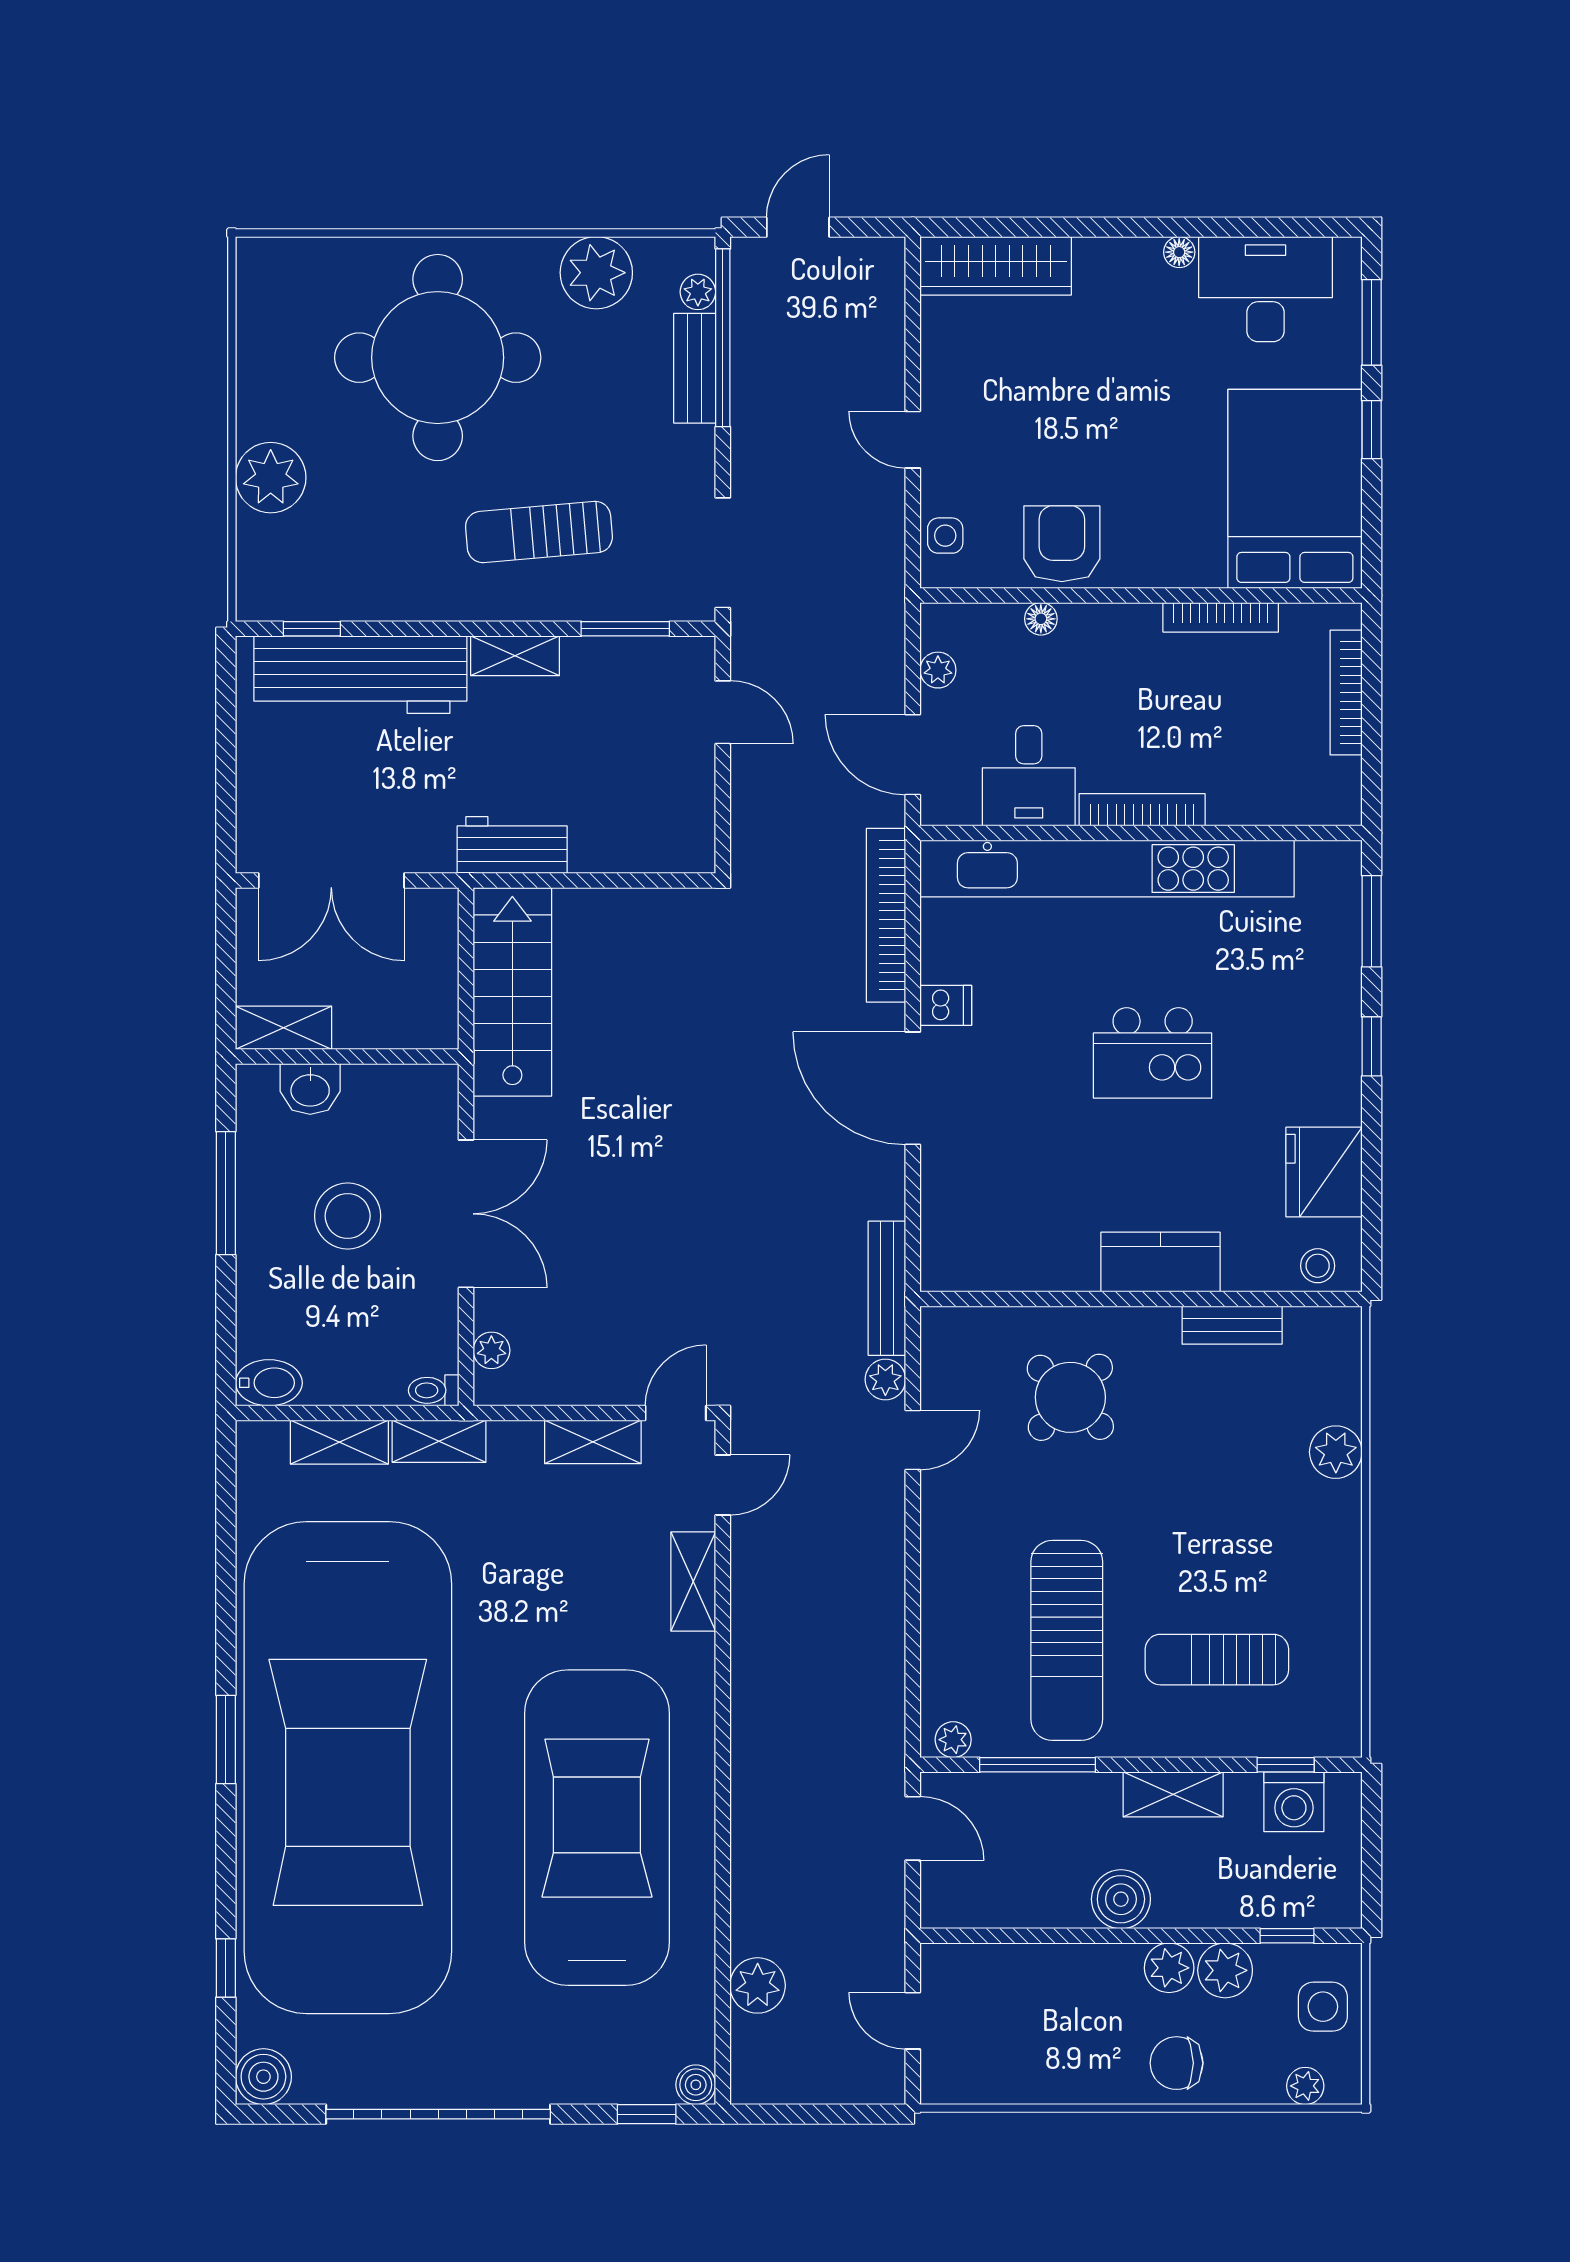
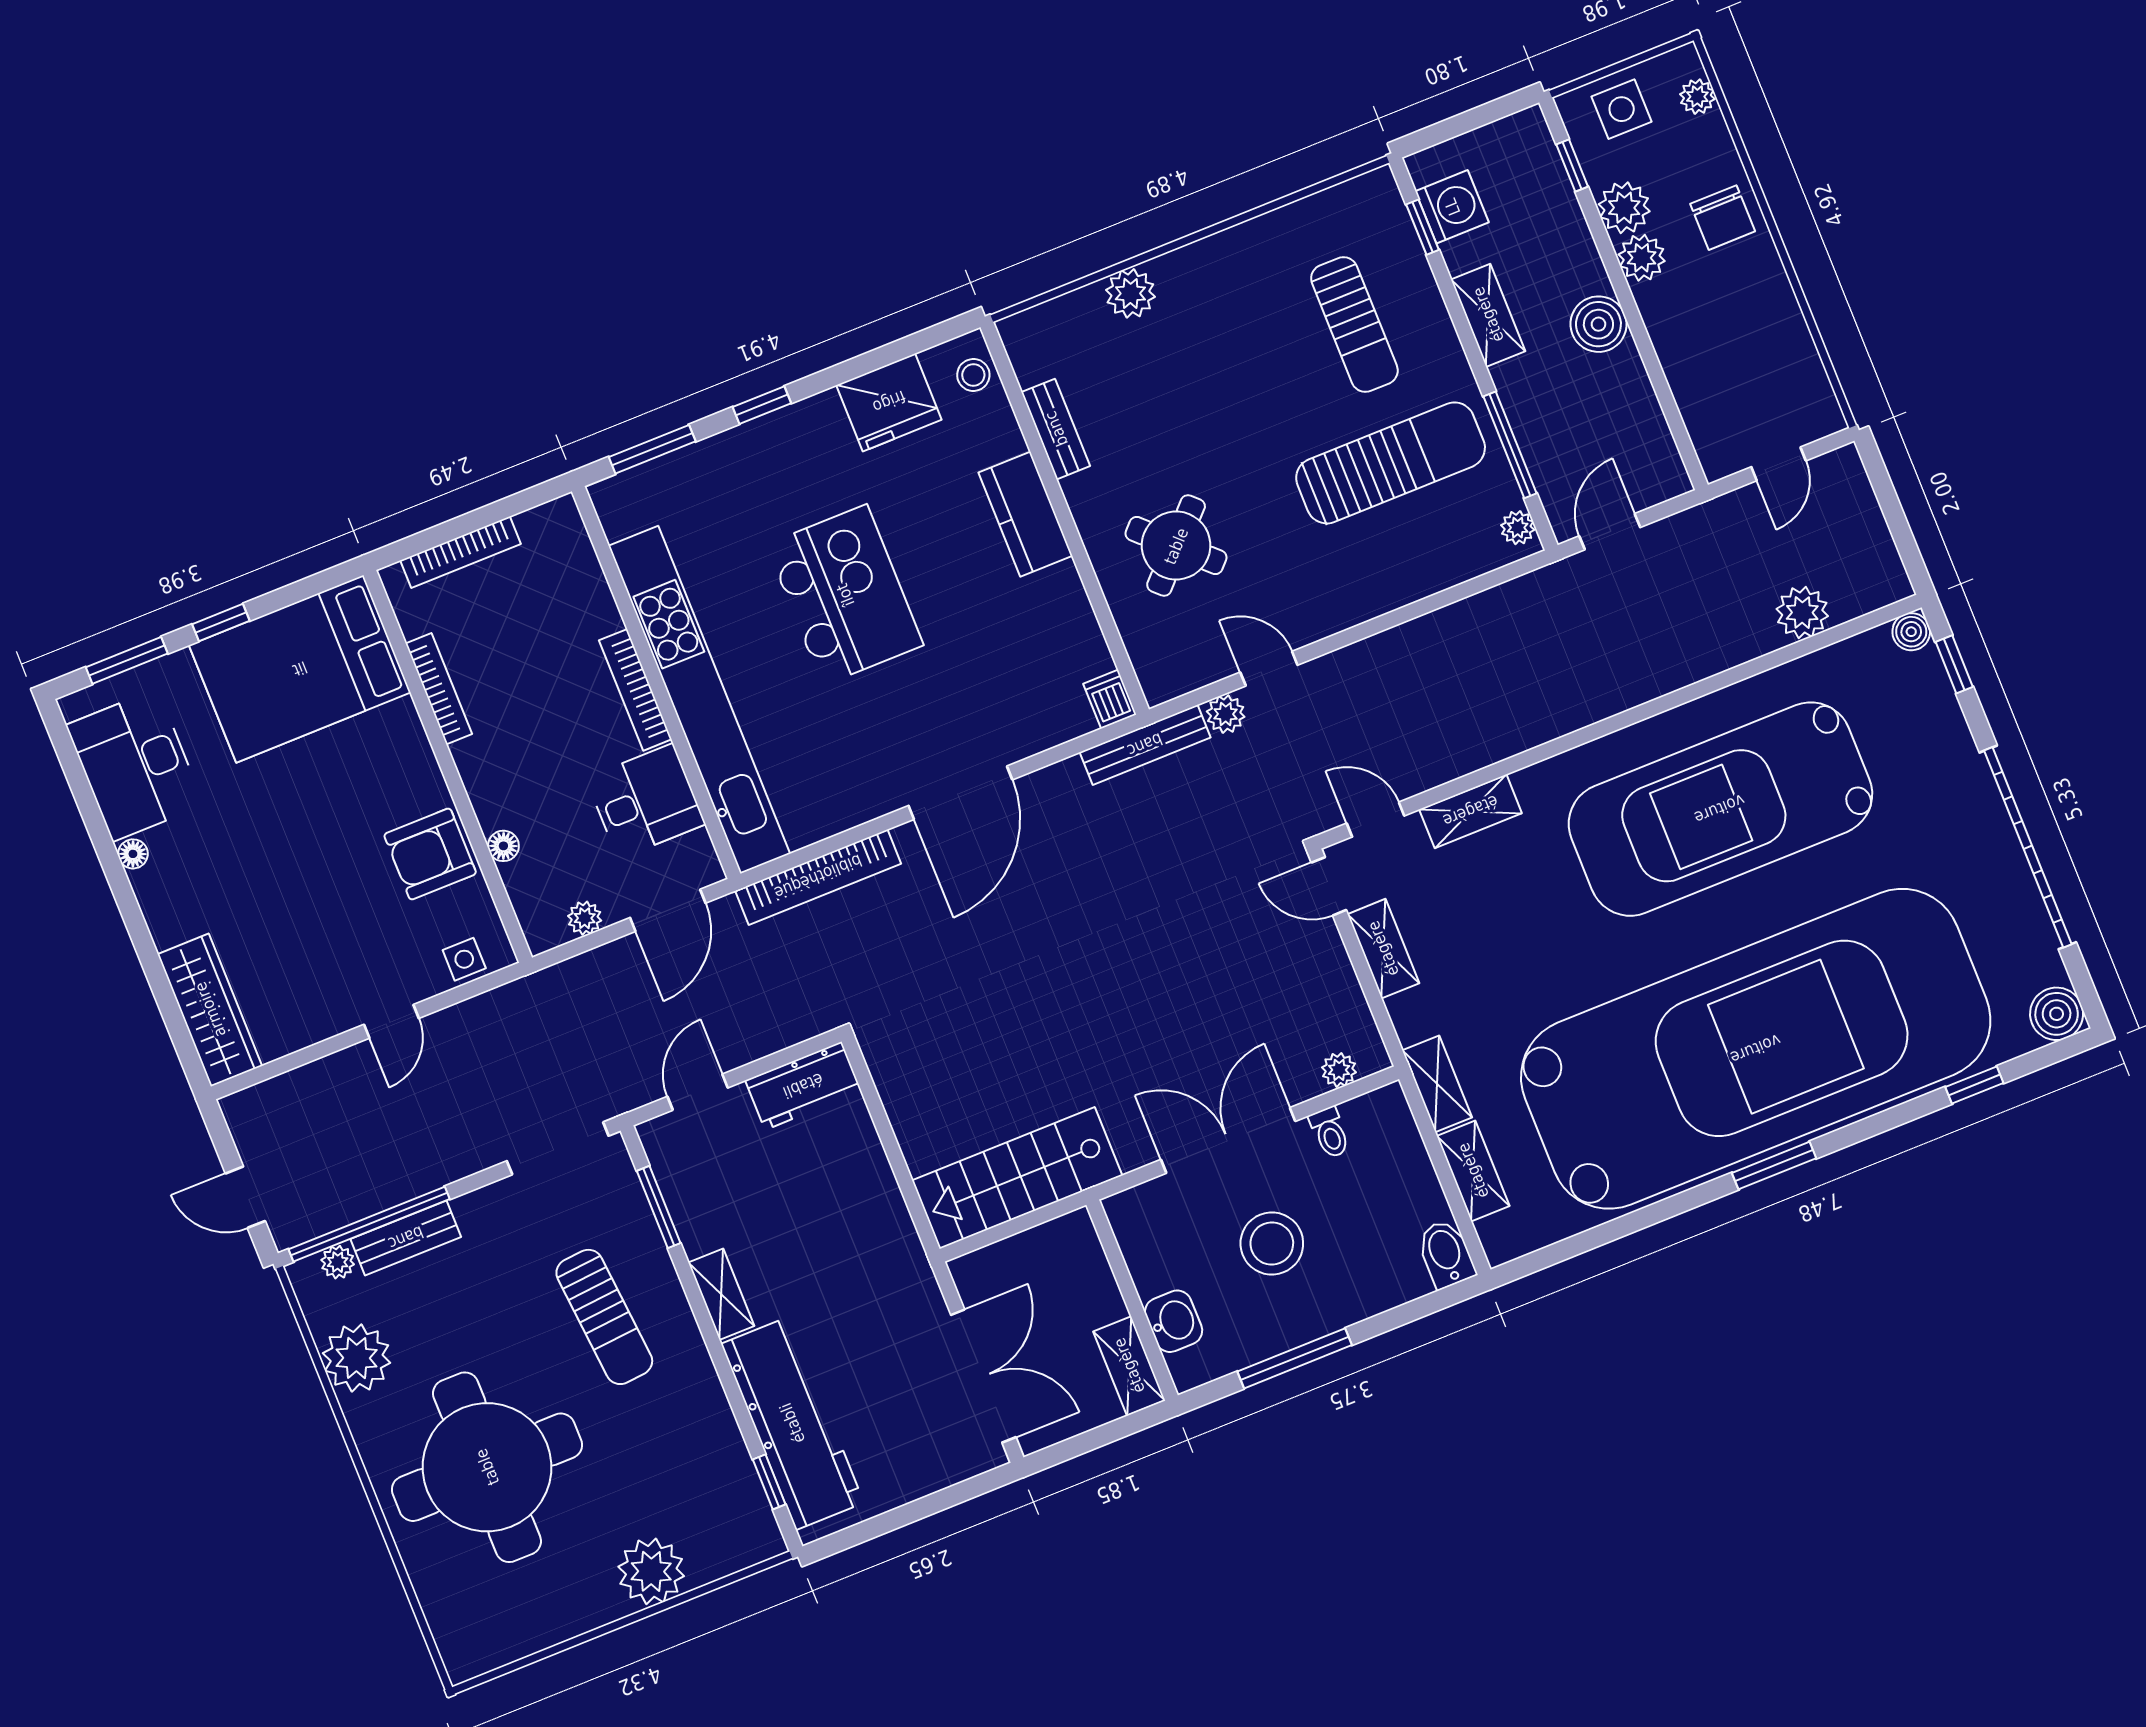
workbench: (512, 845) -> (803, 1086), moved, turned -90
dishwasher: (946, 1005) -> (1110, 699), moved
kitchen island: (1153, 1053) -> (845, 595), width x1.37, depth x1.28
toilet: (434, 1390) -> (1330, 1133), moved

